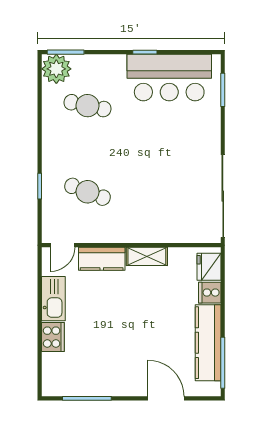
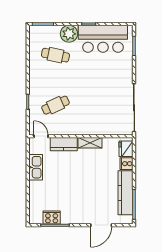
plant: (56, 69) -> (69, 34), moved
cafe table: (87, 192) -> (55, 105), turned -45
door: (63, 245) -> (41, 136), swing flipped
cooker: (53, 337) -> (52, 217), moved, turned -90
door: (166, 398) -> (101, 225), swing flipped

